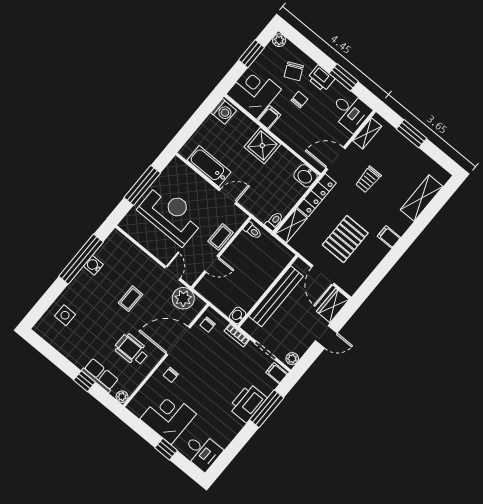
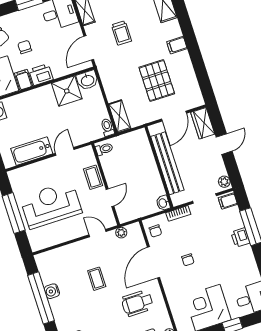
printer: (321, 78) -> (41, 75), moved, turned 180
shower: (262, 146) -> (67, 91), moved
locker: (317, 195) -> (108, 81), removed
door: (323, 275) -> (174, 116), hinge flipped
plant: (183, 298) -> (121, 233), width x0.53, depth x0.53
chair: (171, 375) -> (188, 260), moved
printer: (248, 403) -> (240, 237), width x0.53, depth x0.68

